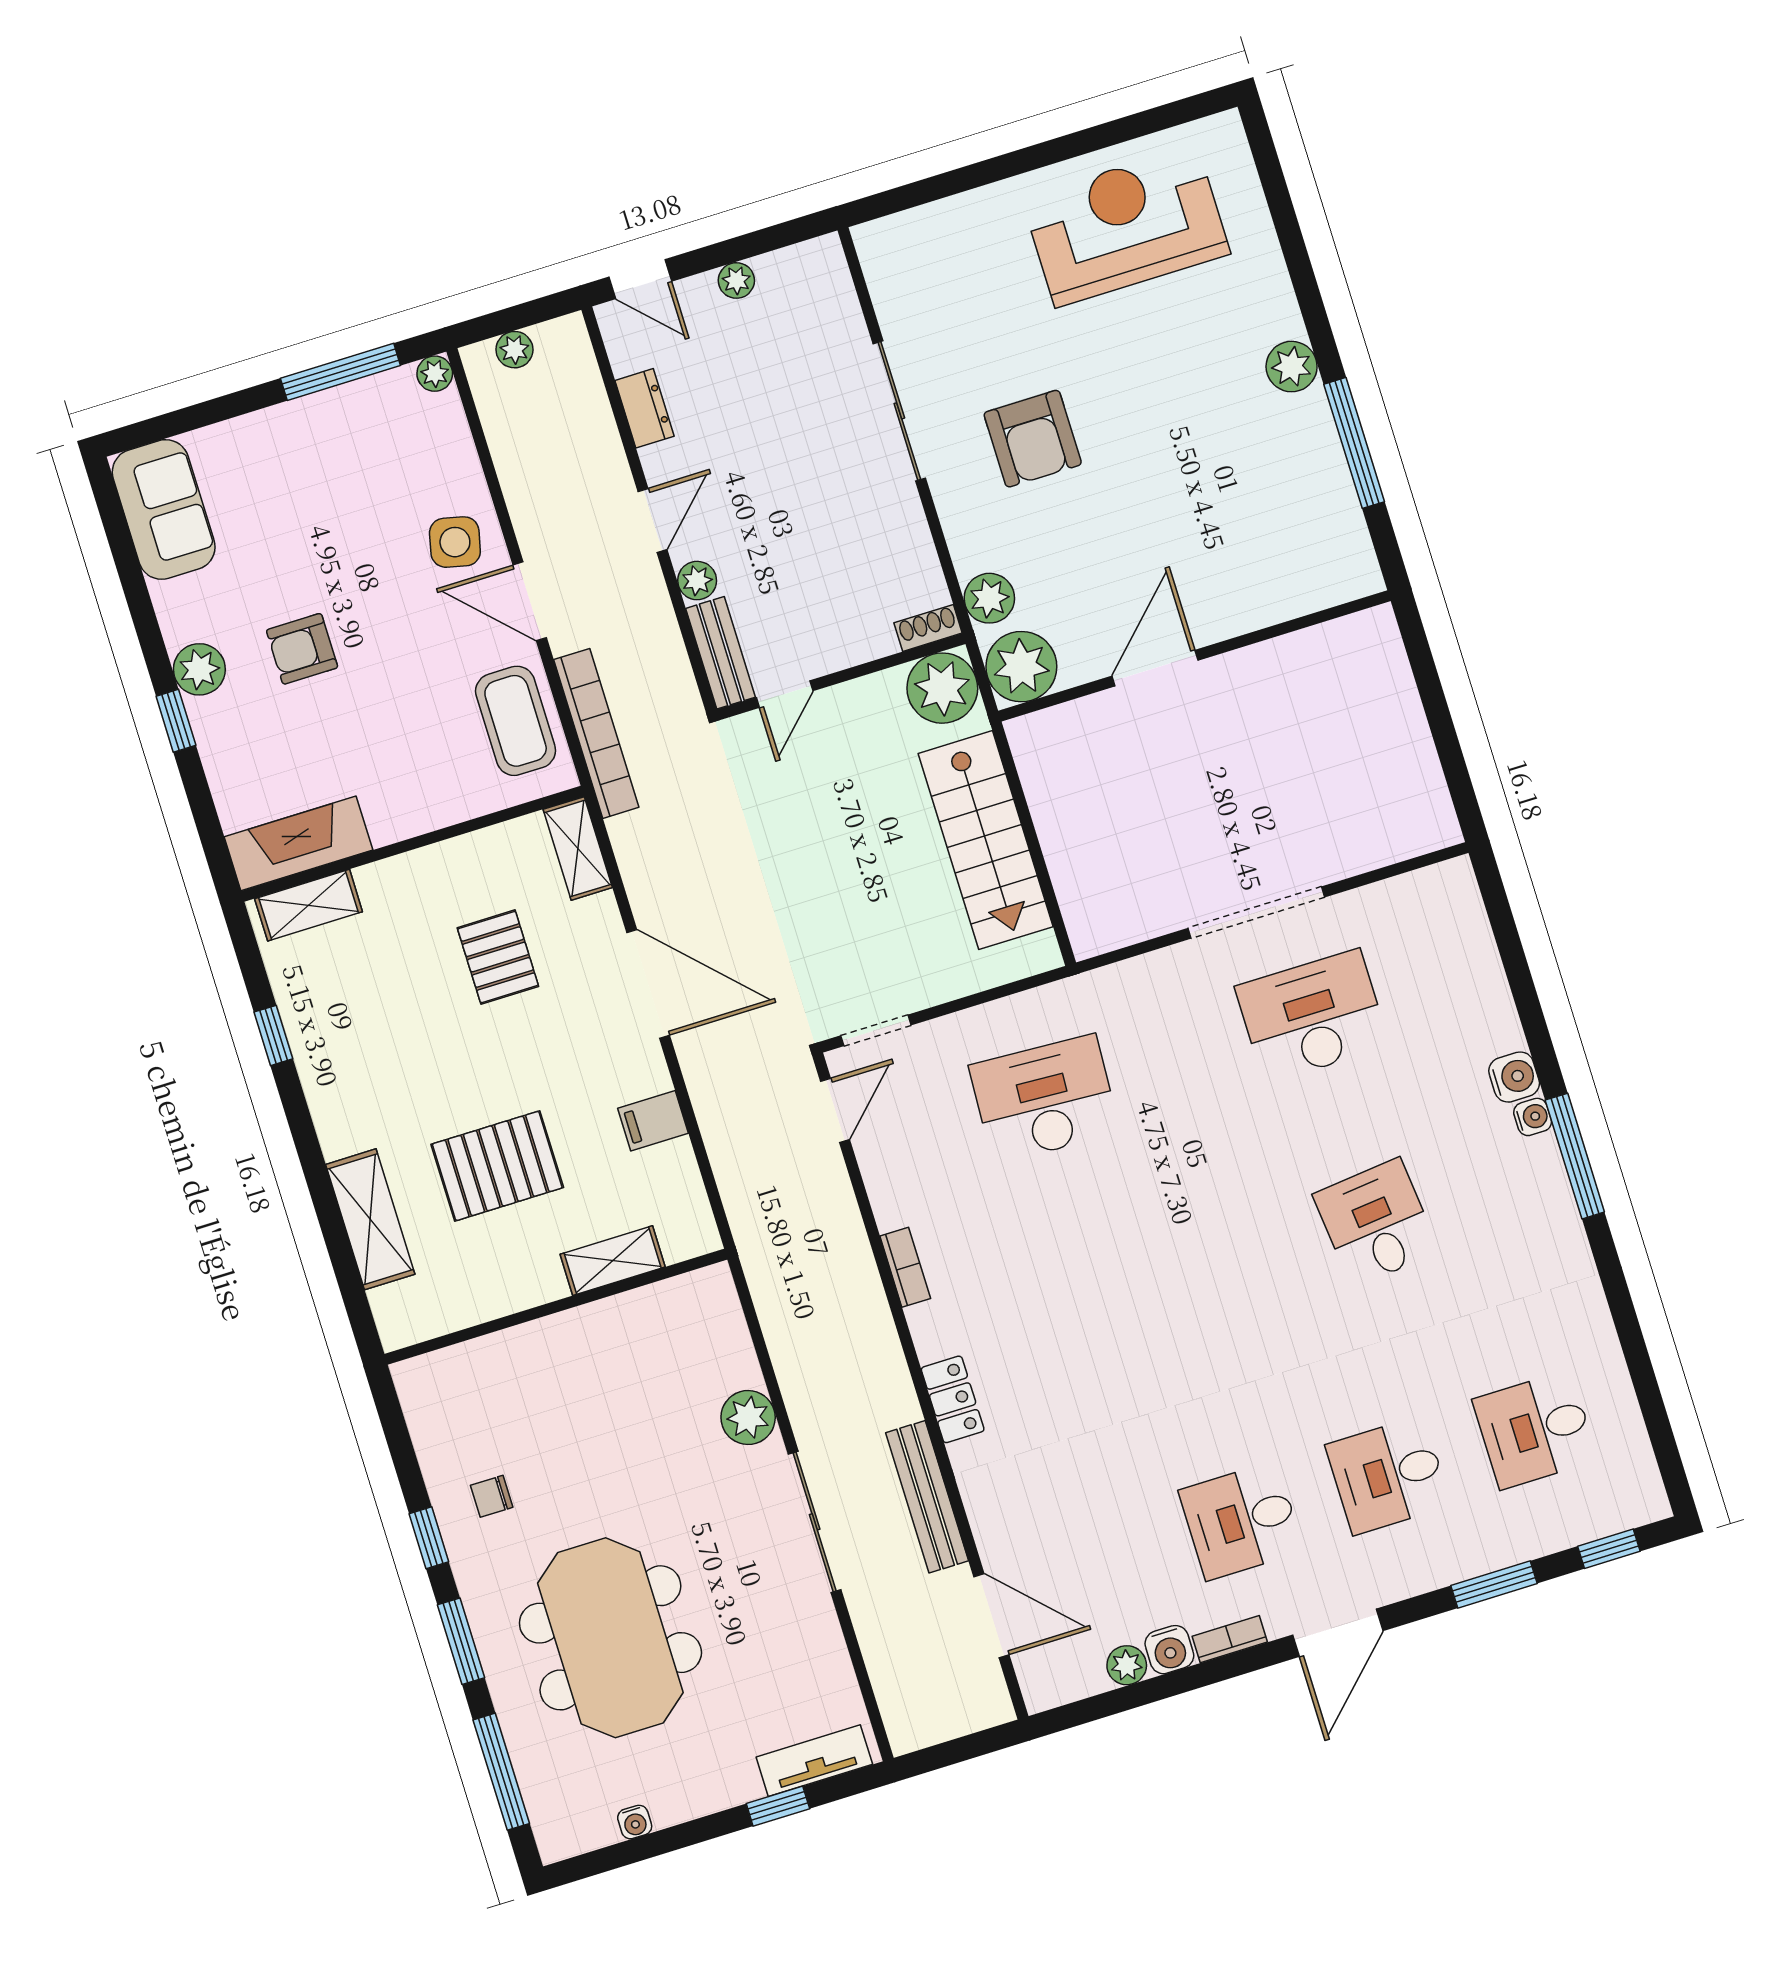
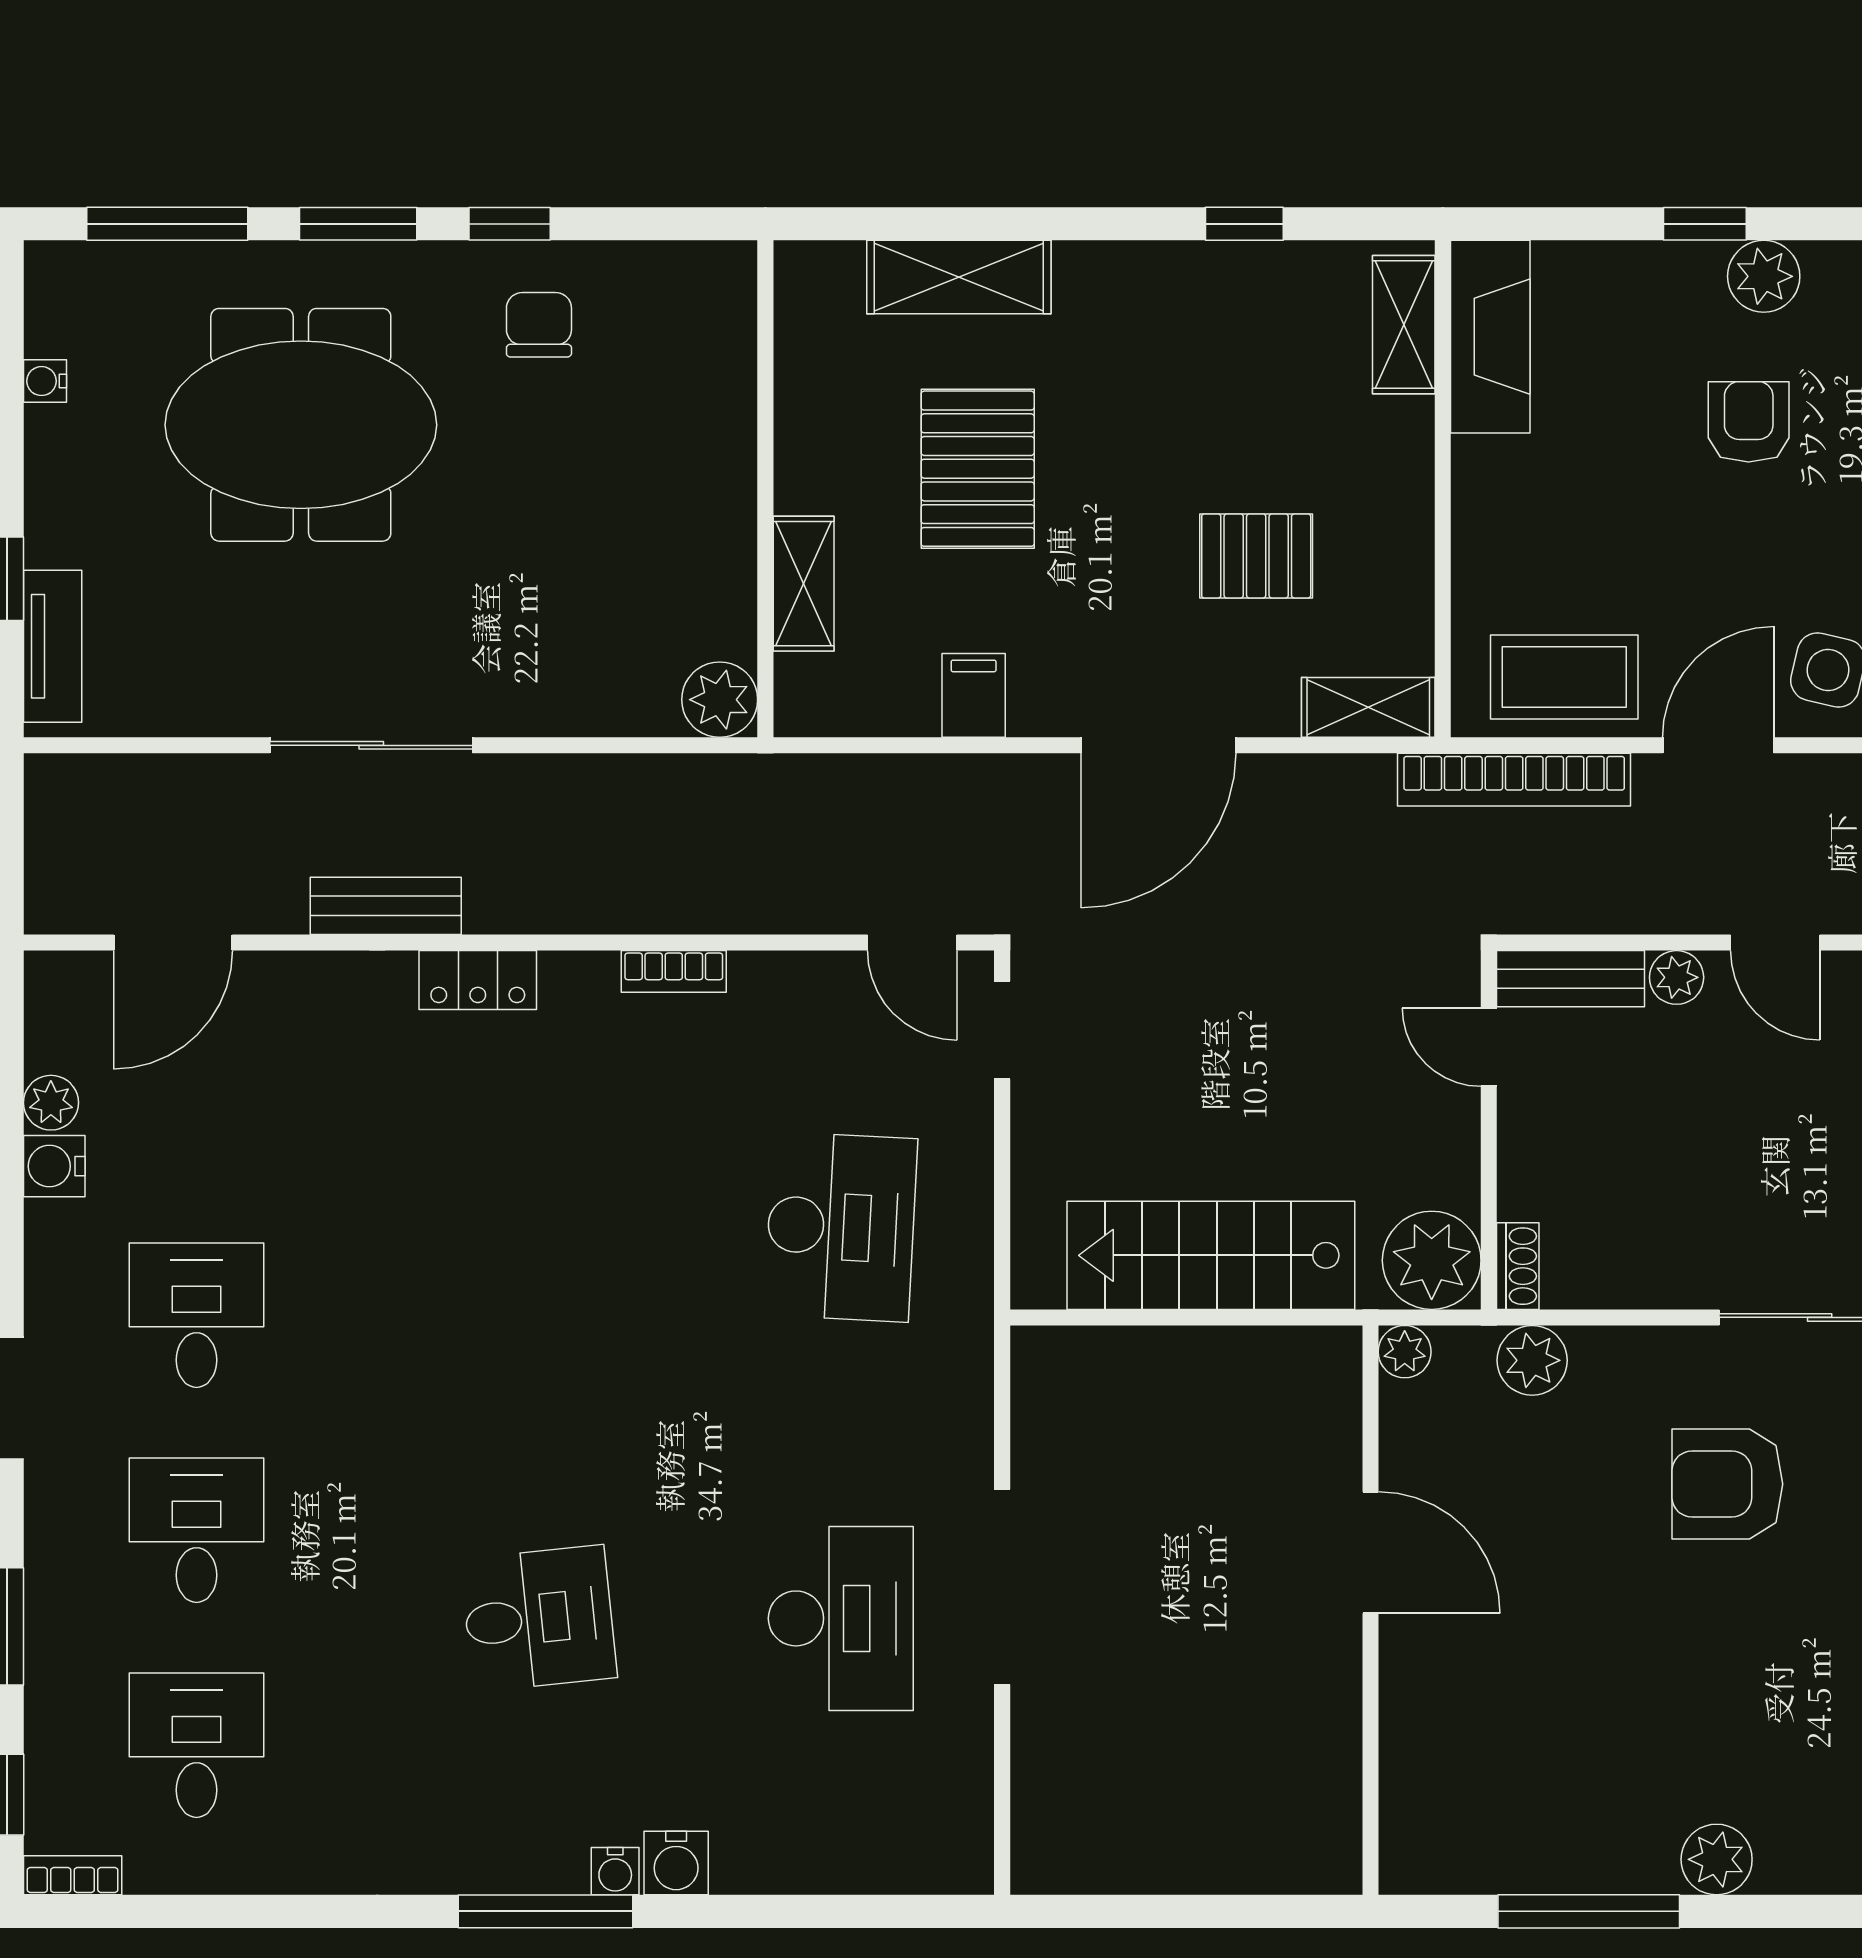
plant: (1021, 667) -> (1405, 1352), width x0.53, depth x0.53
plant: (748, 1418) -> (720, 700), moved
chair: (492, 1496) -> (539, 325), width x1.37, depth x1.37
bench: (927, 1497) -> (386, 906), width x0.73
bookcase: (1230, 1639) -> (73, 1875), moved, turned -90

